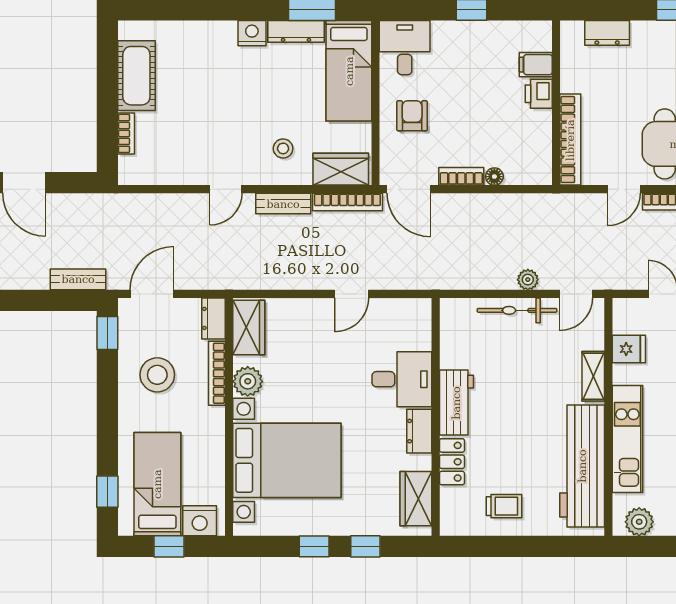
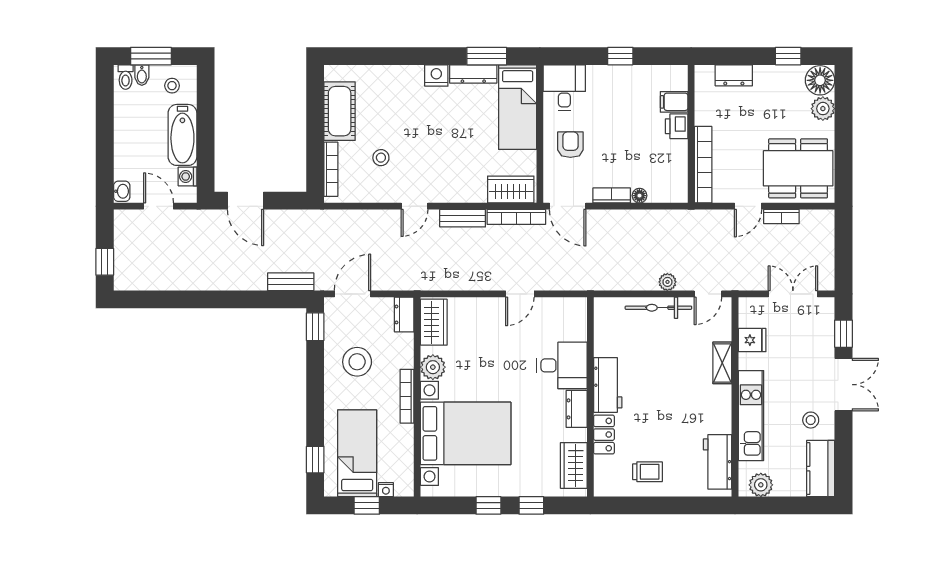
bookcase: (126, 133) -> (331, 169), width x1.56
stool: (283, 148) -> (381, 158), moved
bookcase: (217, 373) -> (407, 396), moved
workbench: (582, 466) -> (718, 462), width x0.53, depth x0.76
nightstand: (200, 521) -> (386, 490), width x0.53, depth x0.56

